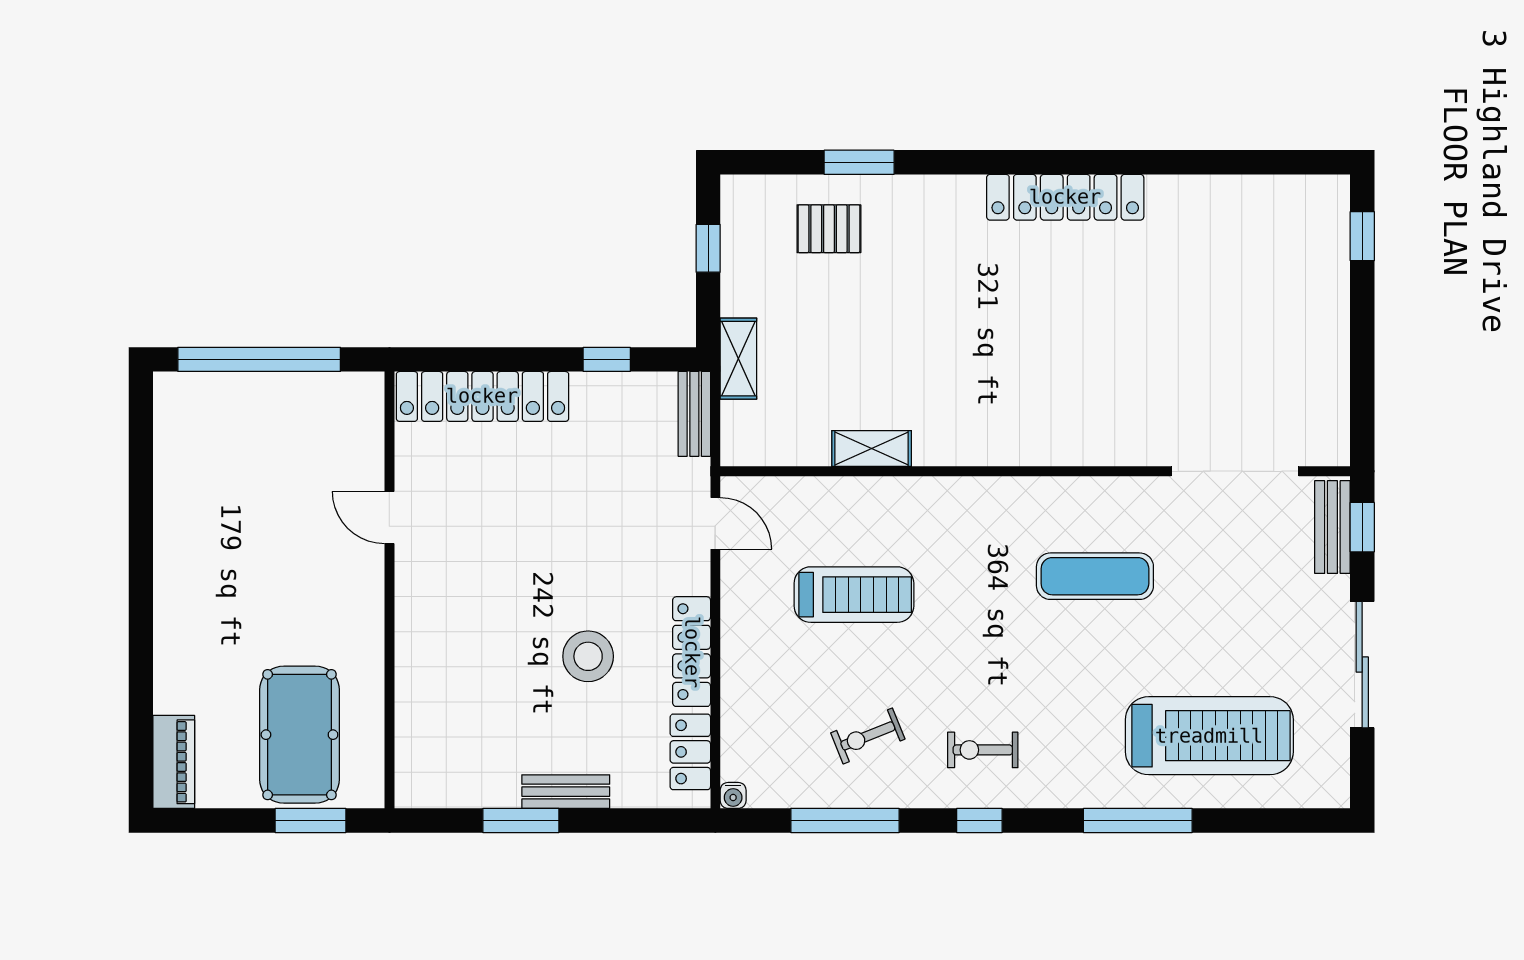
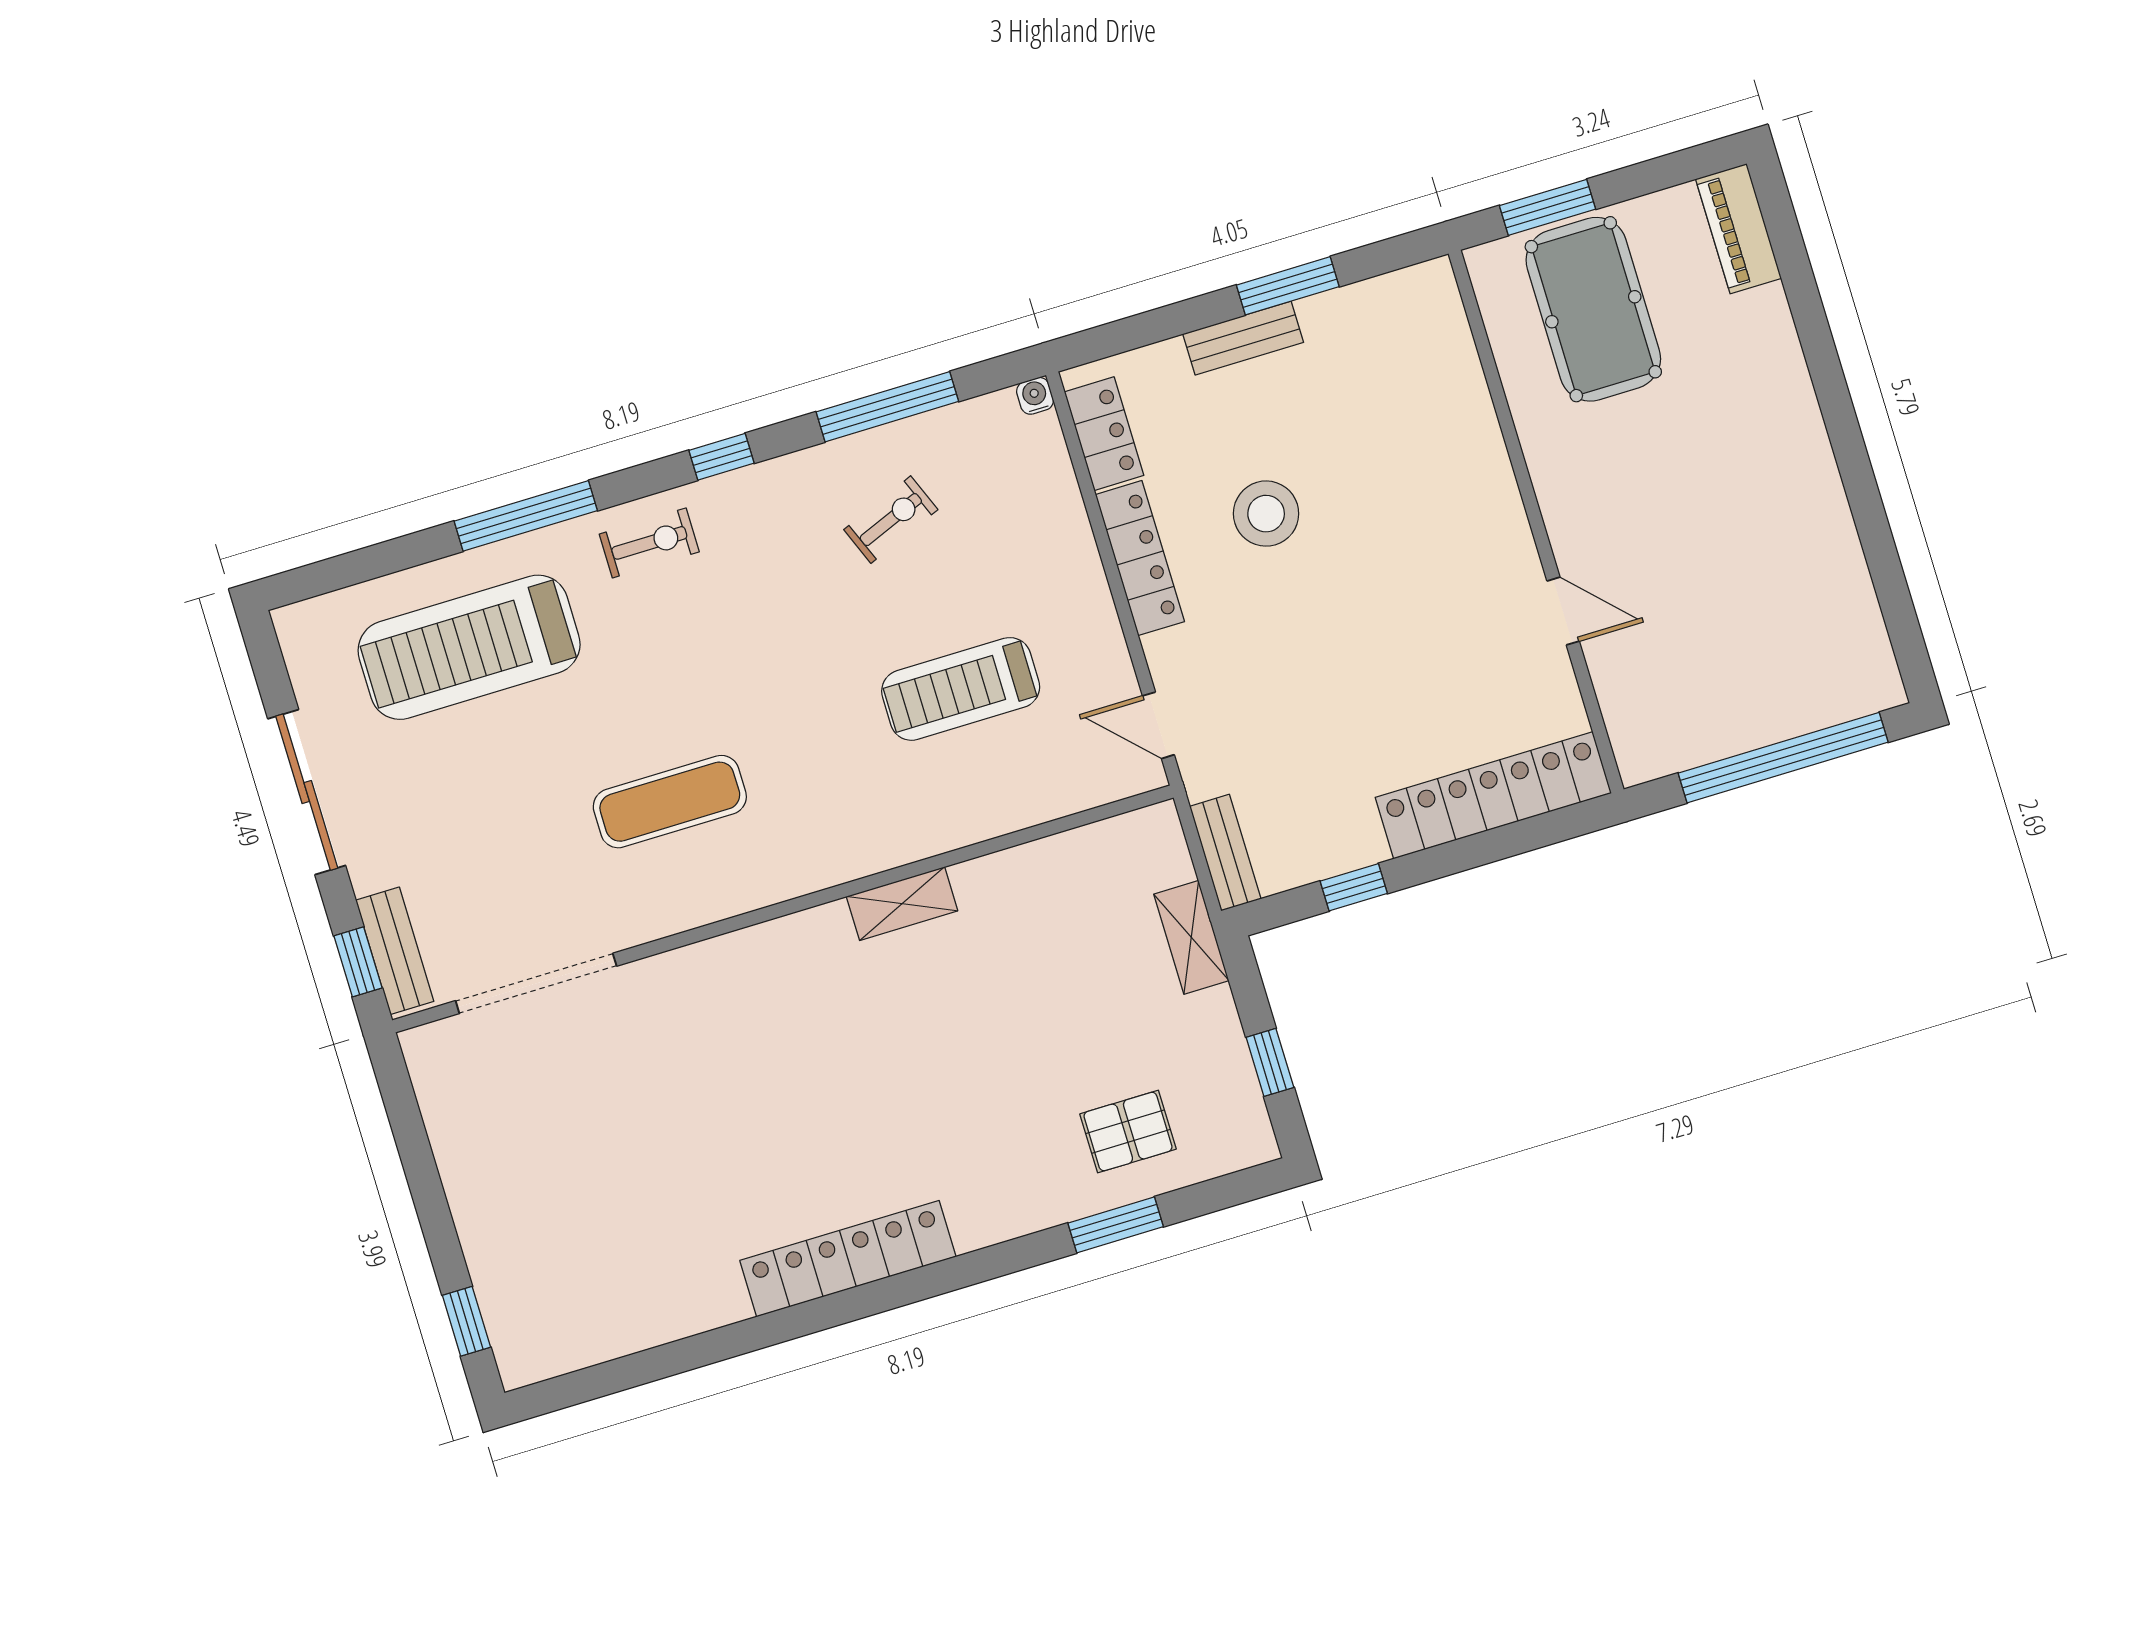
shelving: (872, 449) -> (902, 904), moved
exercise bike: (983, 750) -> (649, 543), moved

